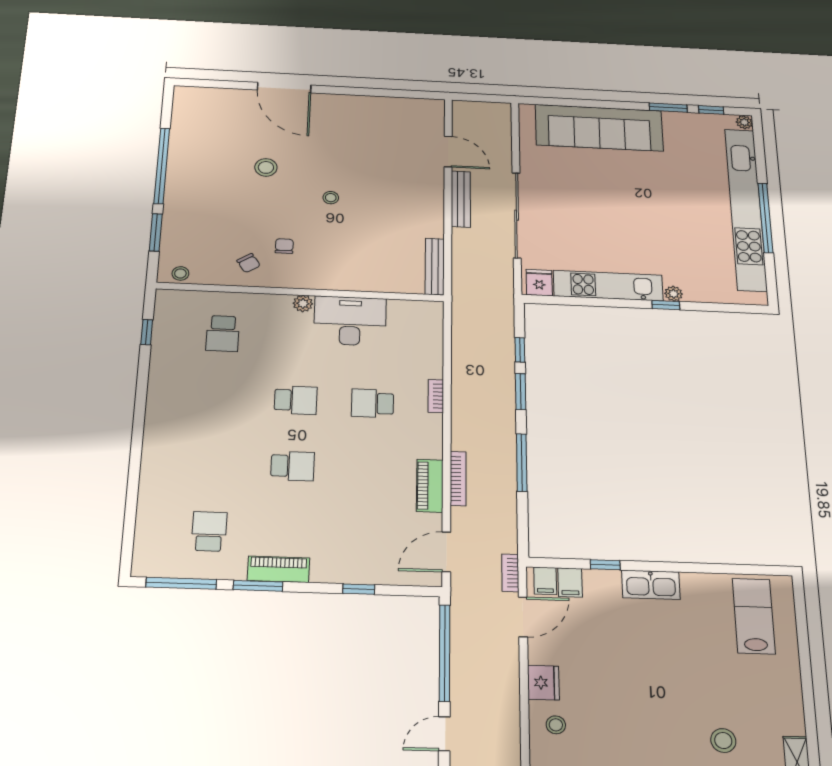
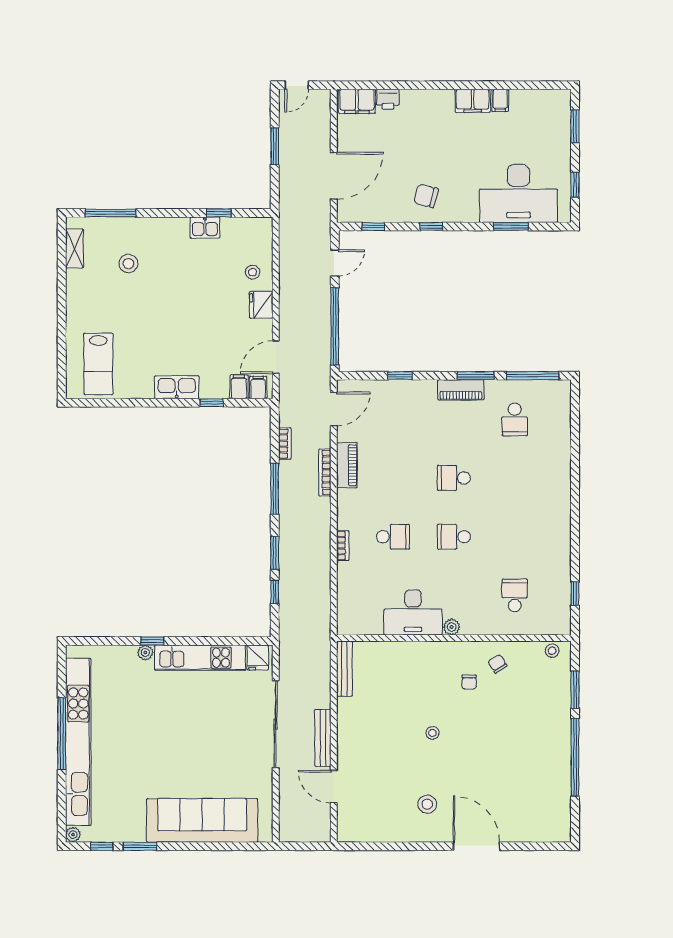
stool: (266, 167) -> (427, 804), moved
bookcase: (510, 573) -> (285, 443), moved

